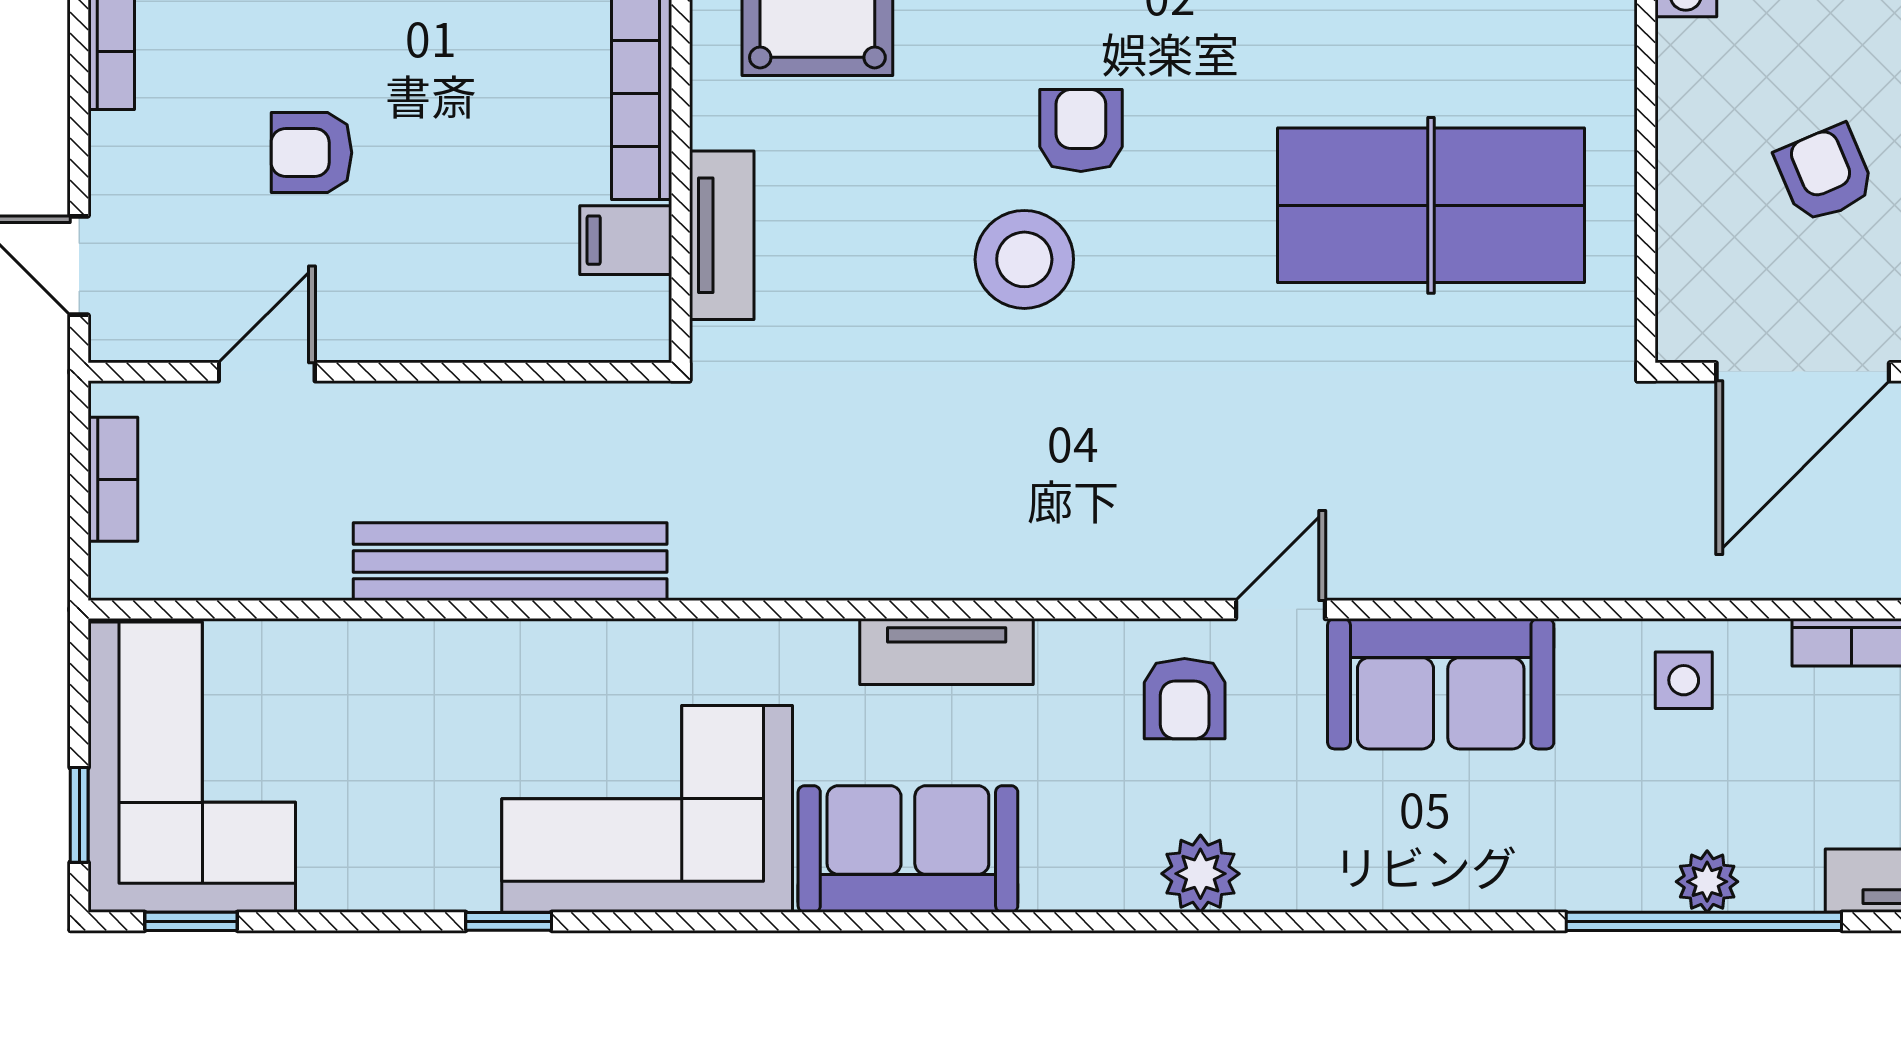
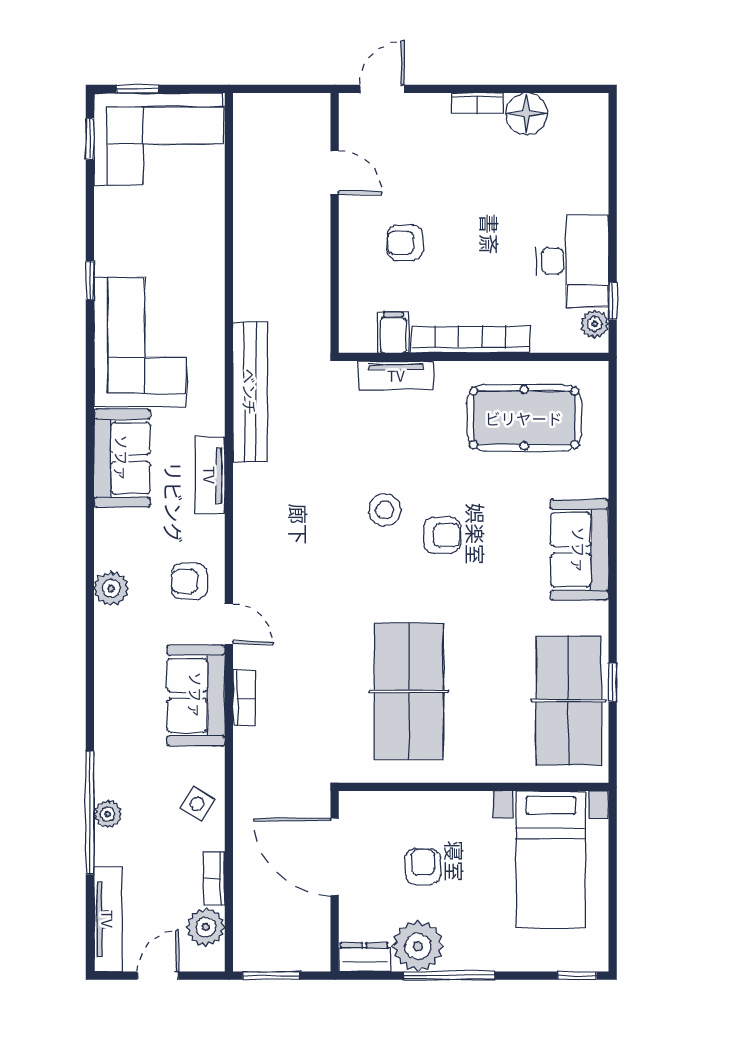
armchair: (311, 153) -> (405, 243), moved, turned -90
armchair: (1825, 174) -> (423, 867), turned -67
stool: (1024, 259) -> (385, 510), width x0.73, depth x0.73
bookcase: (113, 479) -> (244, 698), moved, turned -90
bench: (510, 562) -> (250, 392), moved
side table: (1684, 680) -> (197, 804), turned 31

